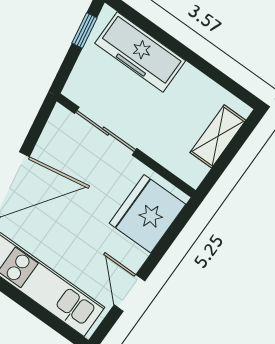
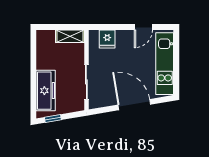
shelving: (218, 136) -> (70, 36), moved
fridge: (147, 214) -> (107, 39), width x0.53, depth x0.75

